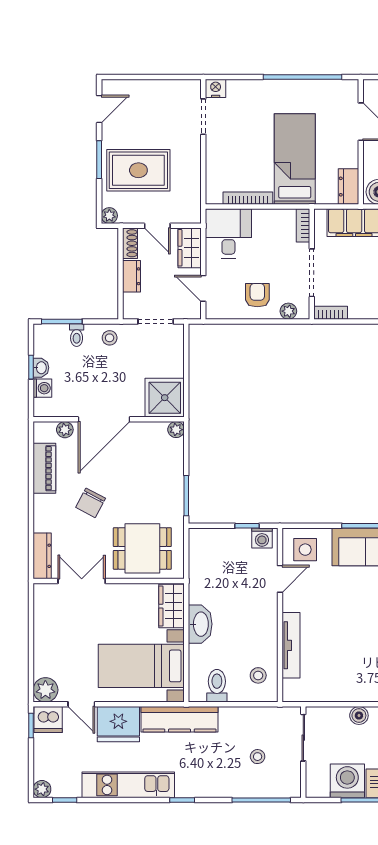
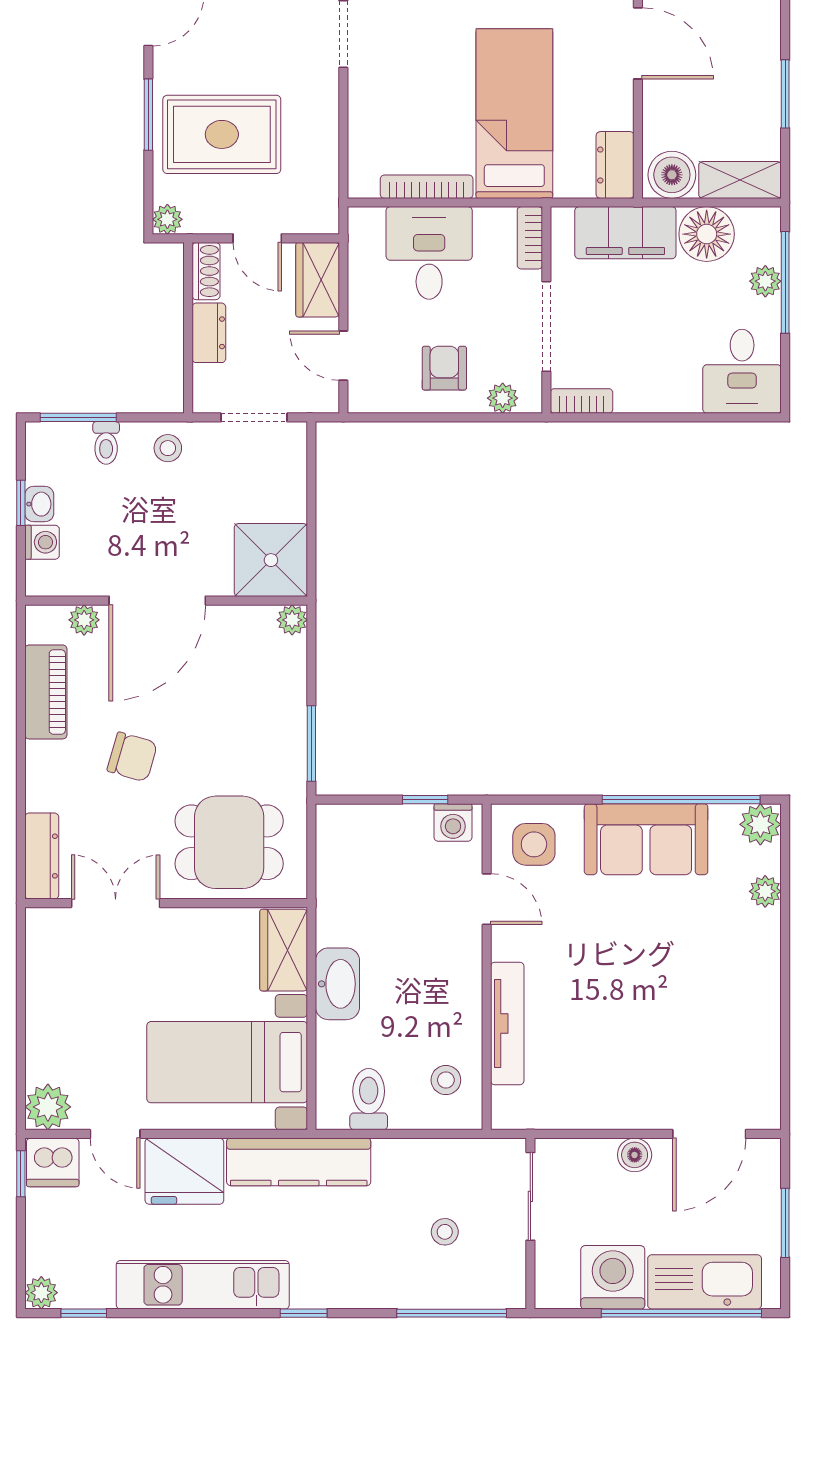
desk: (228, 234) -> (429, 253), moved
chair: (91, 503) -> (132, 757), turned -102
door: (280, 579) -> (487, 899), hinge flipped

